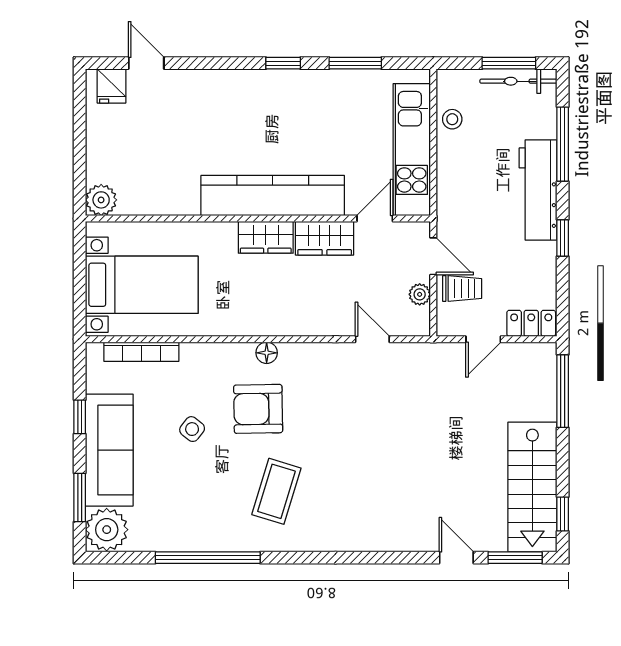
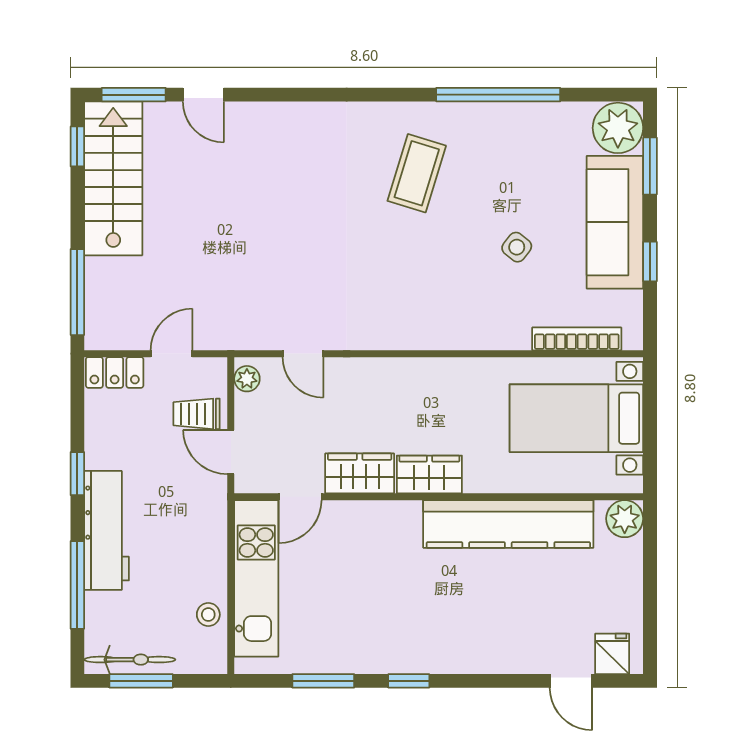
kitchen counter: (273, 195) -> (508, 524), moved
plant: (420, 294) -> (247, 379), moved
floor lamp: (267, 353) -> (428, 338), removed
armchair: (258, 409) -> (438, 271), removed

